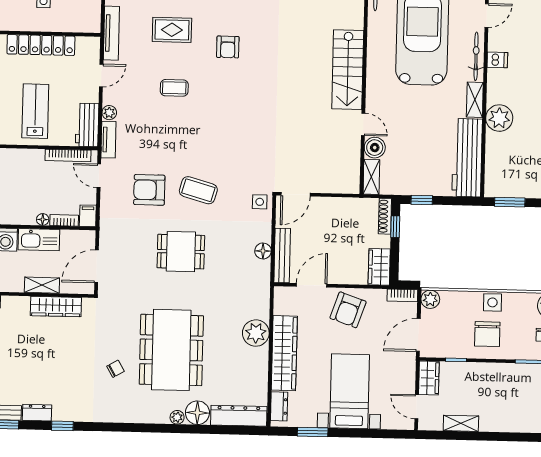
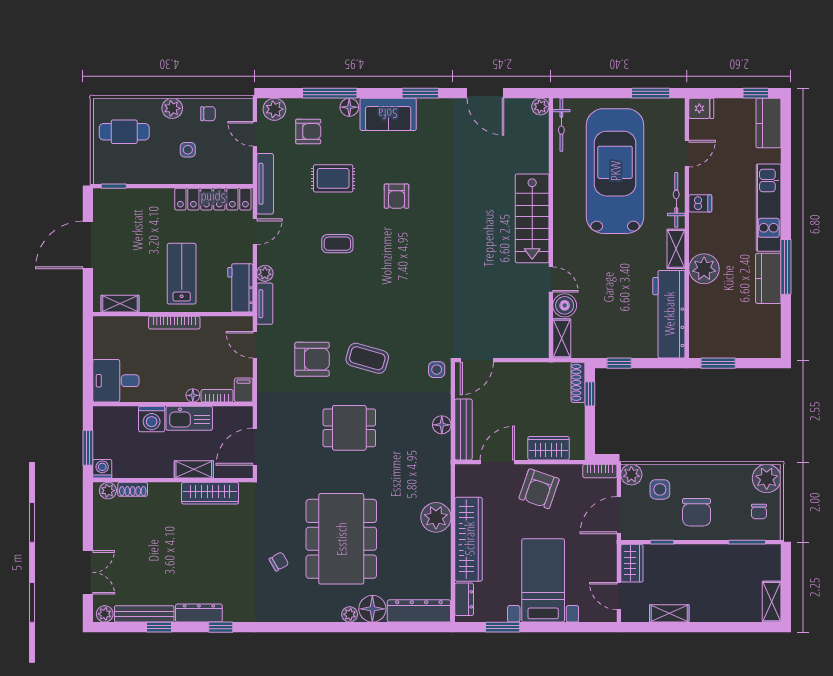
locker: (41, 45) -> (213, 199), moved
bookcase: (68, 155) -> (174, 323), moved
armchair: (149, 190) -> (312, 359), turned 180
wardrobe: (379, 267) -> (549, 448), moved, turned 90
side table: (492, 302) -> (660, 489), moved
dresser: (37, 413) -> (199, 613), width x1.44

